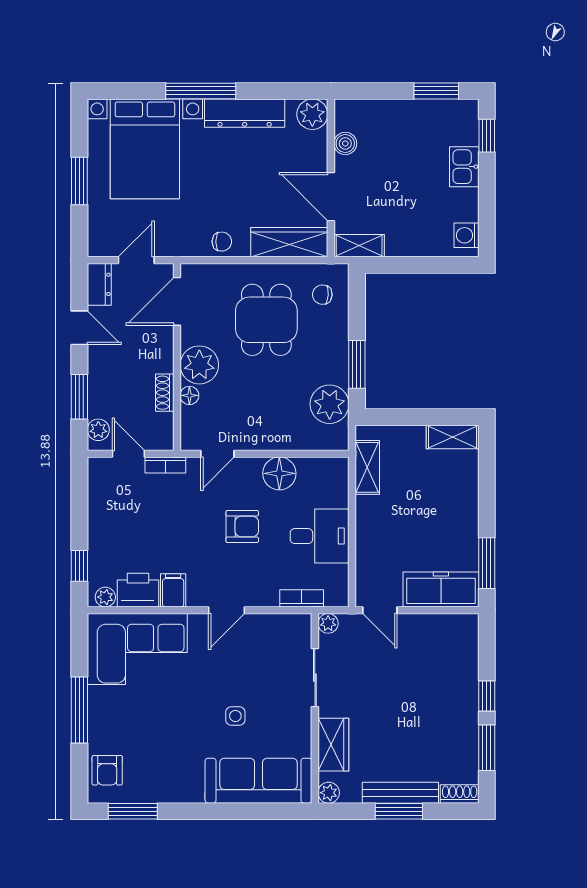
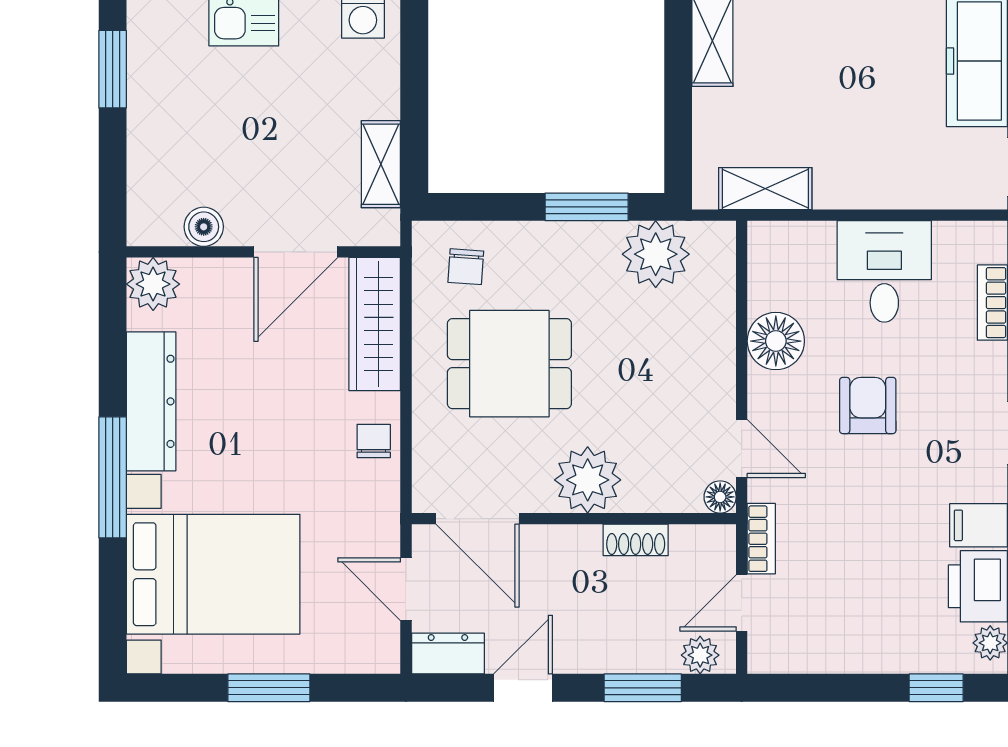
shelving: (359, 246) -> (381, 164), moved
floor lamp: (189, 395) -> (720, 497), moved

